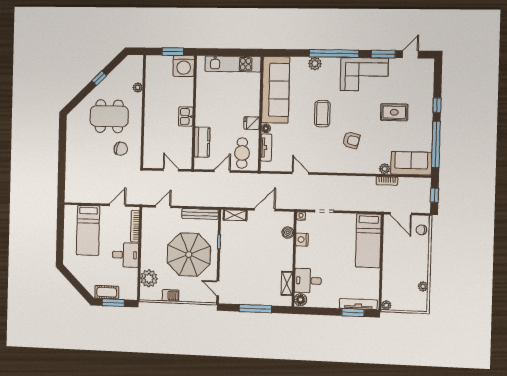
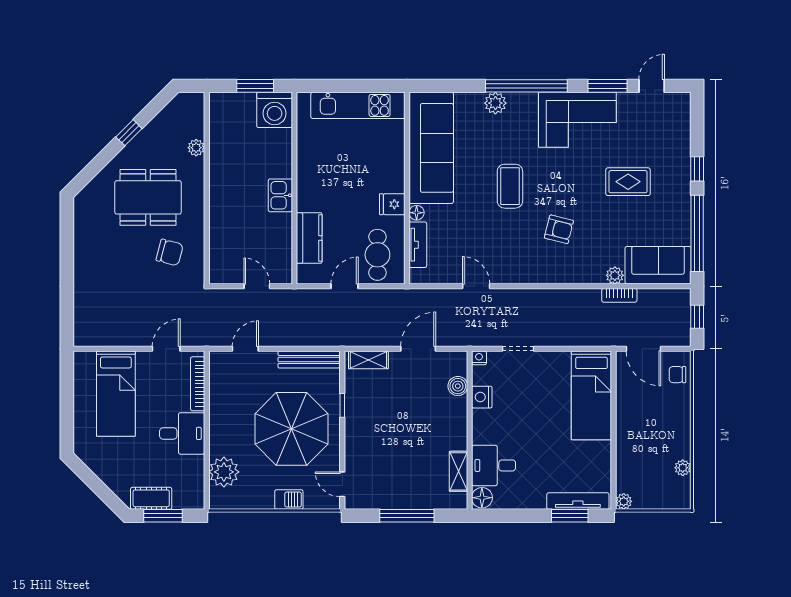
barbecue: (171, 295) -> (289, 500), moved

